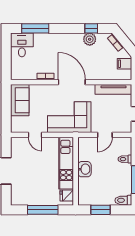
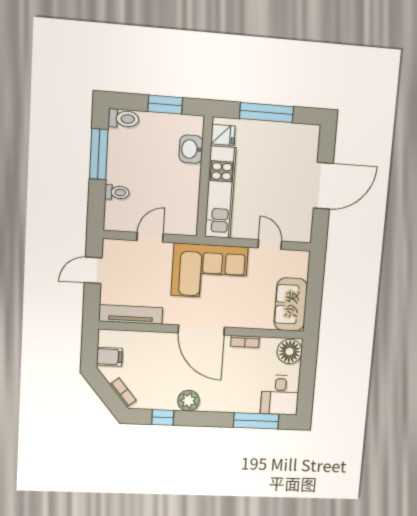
plant: (90, 39) -> (188, 401), moved
floor lamp: (18, 72) -> (290, 351), added
washbasin: (84, 169) -> (191, 149), moved

